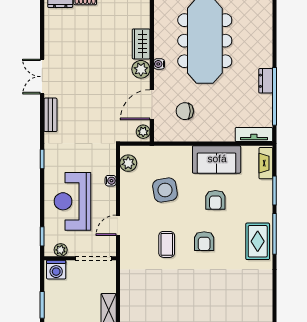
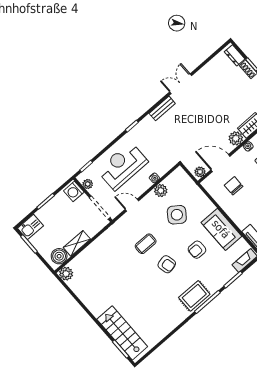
plant: (128, 163) -> (161, 191), moved
side table: (165, 190) -> (177, 215), turned 45
armchair: (204, 241) -> (167, 264), turned -104

